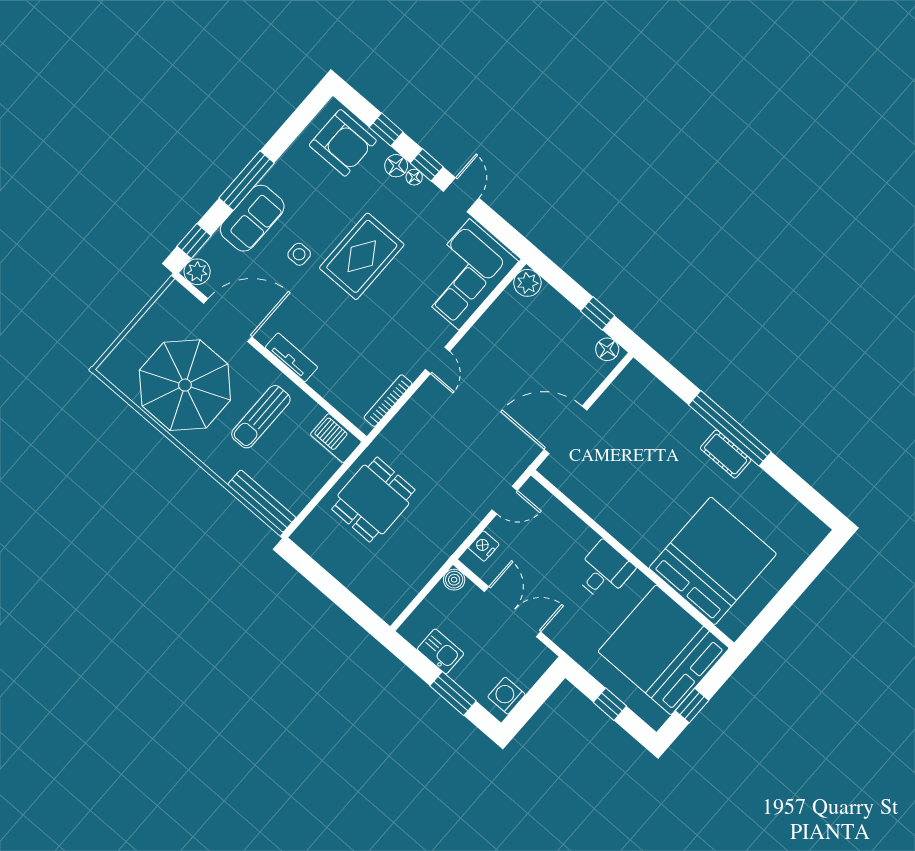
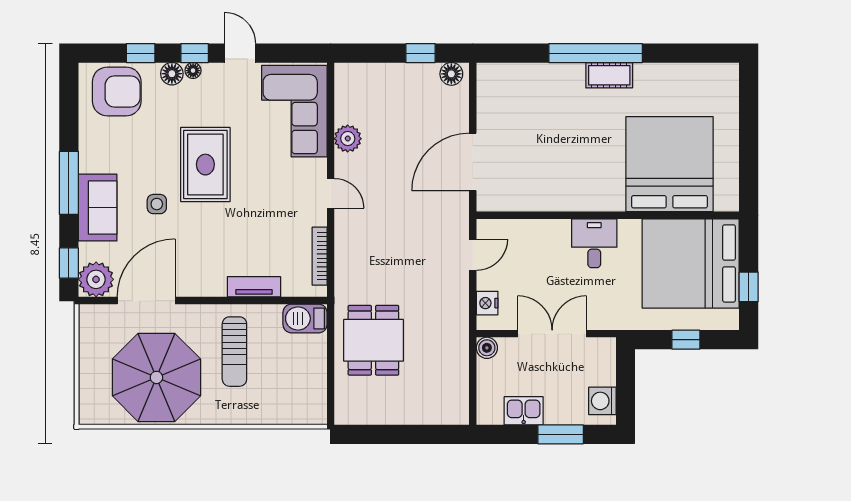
plant: (197, 272) -> (96, 279), width x1.36, depth x1.36
plant: (527, 283) -> (348, 139), moved
tv unit: (291, 357) -> (254, 287), moved
bench: (262, 501) -> (290, 415), removed

